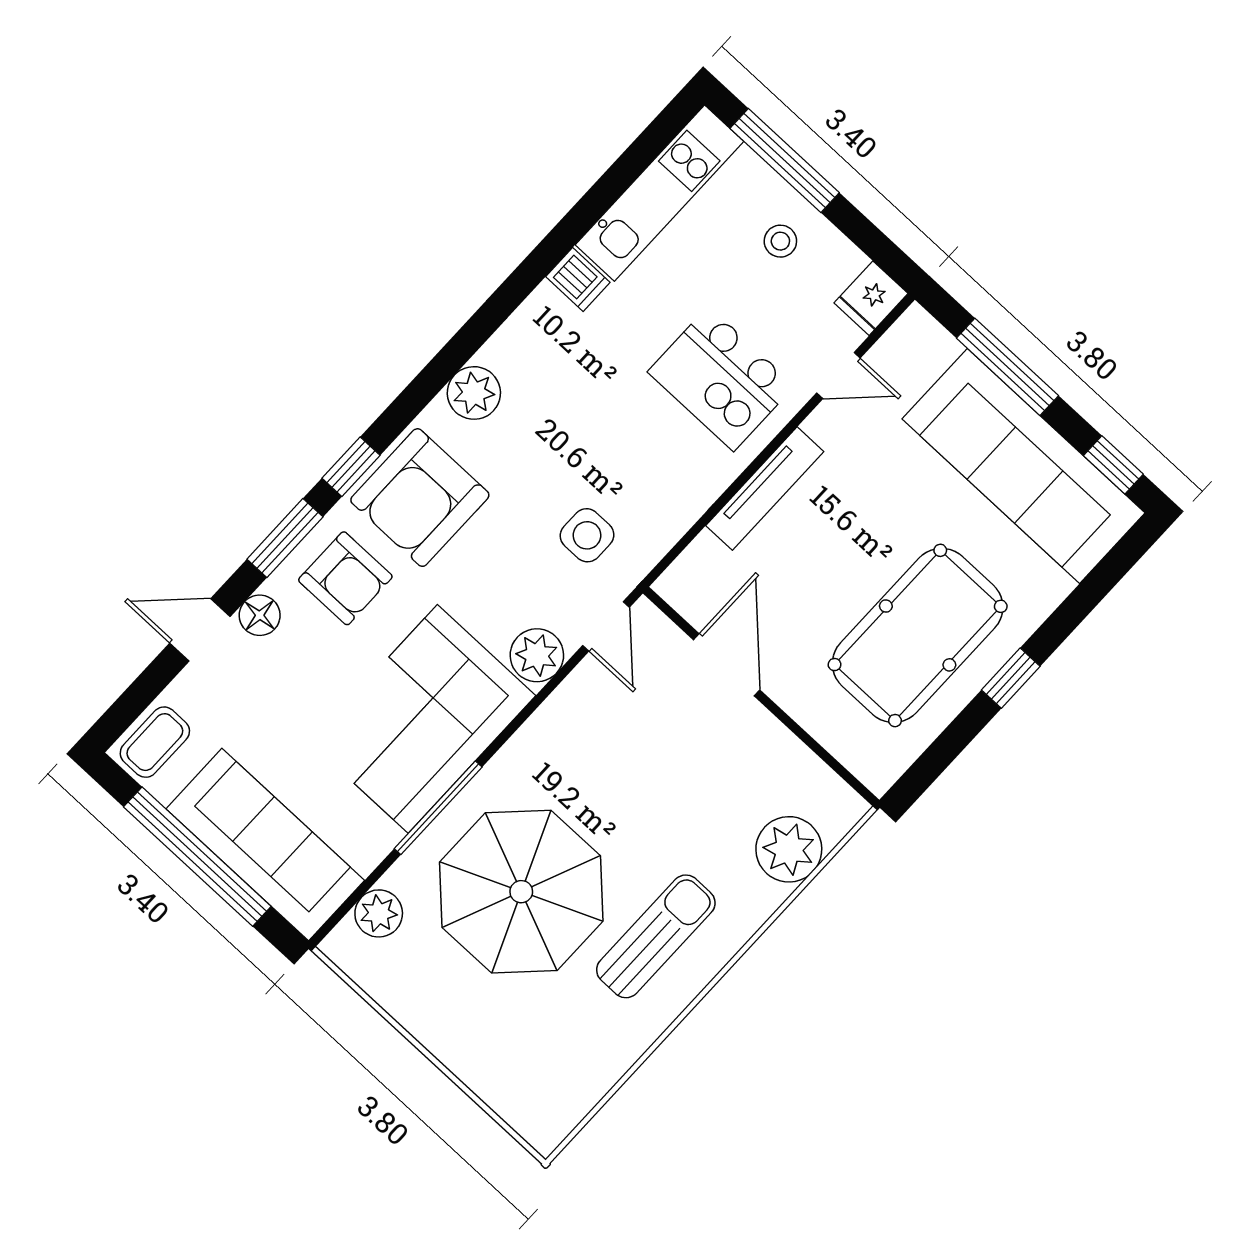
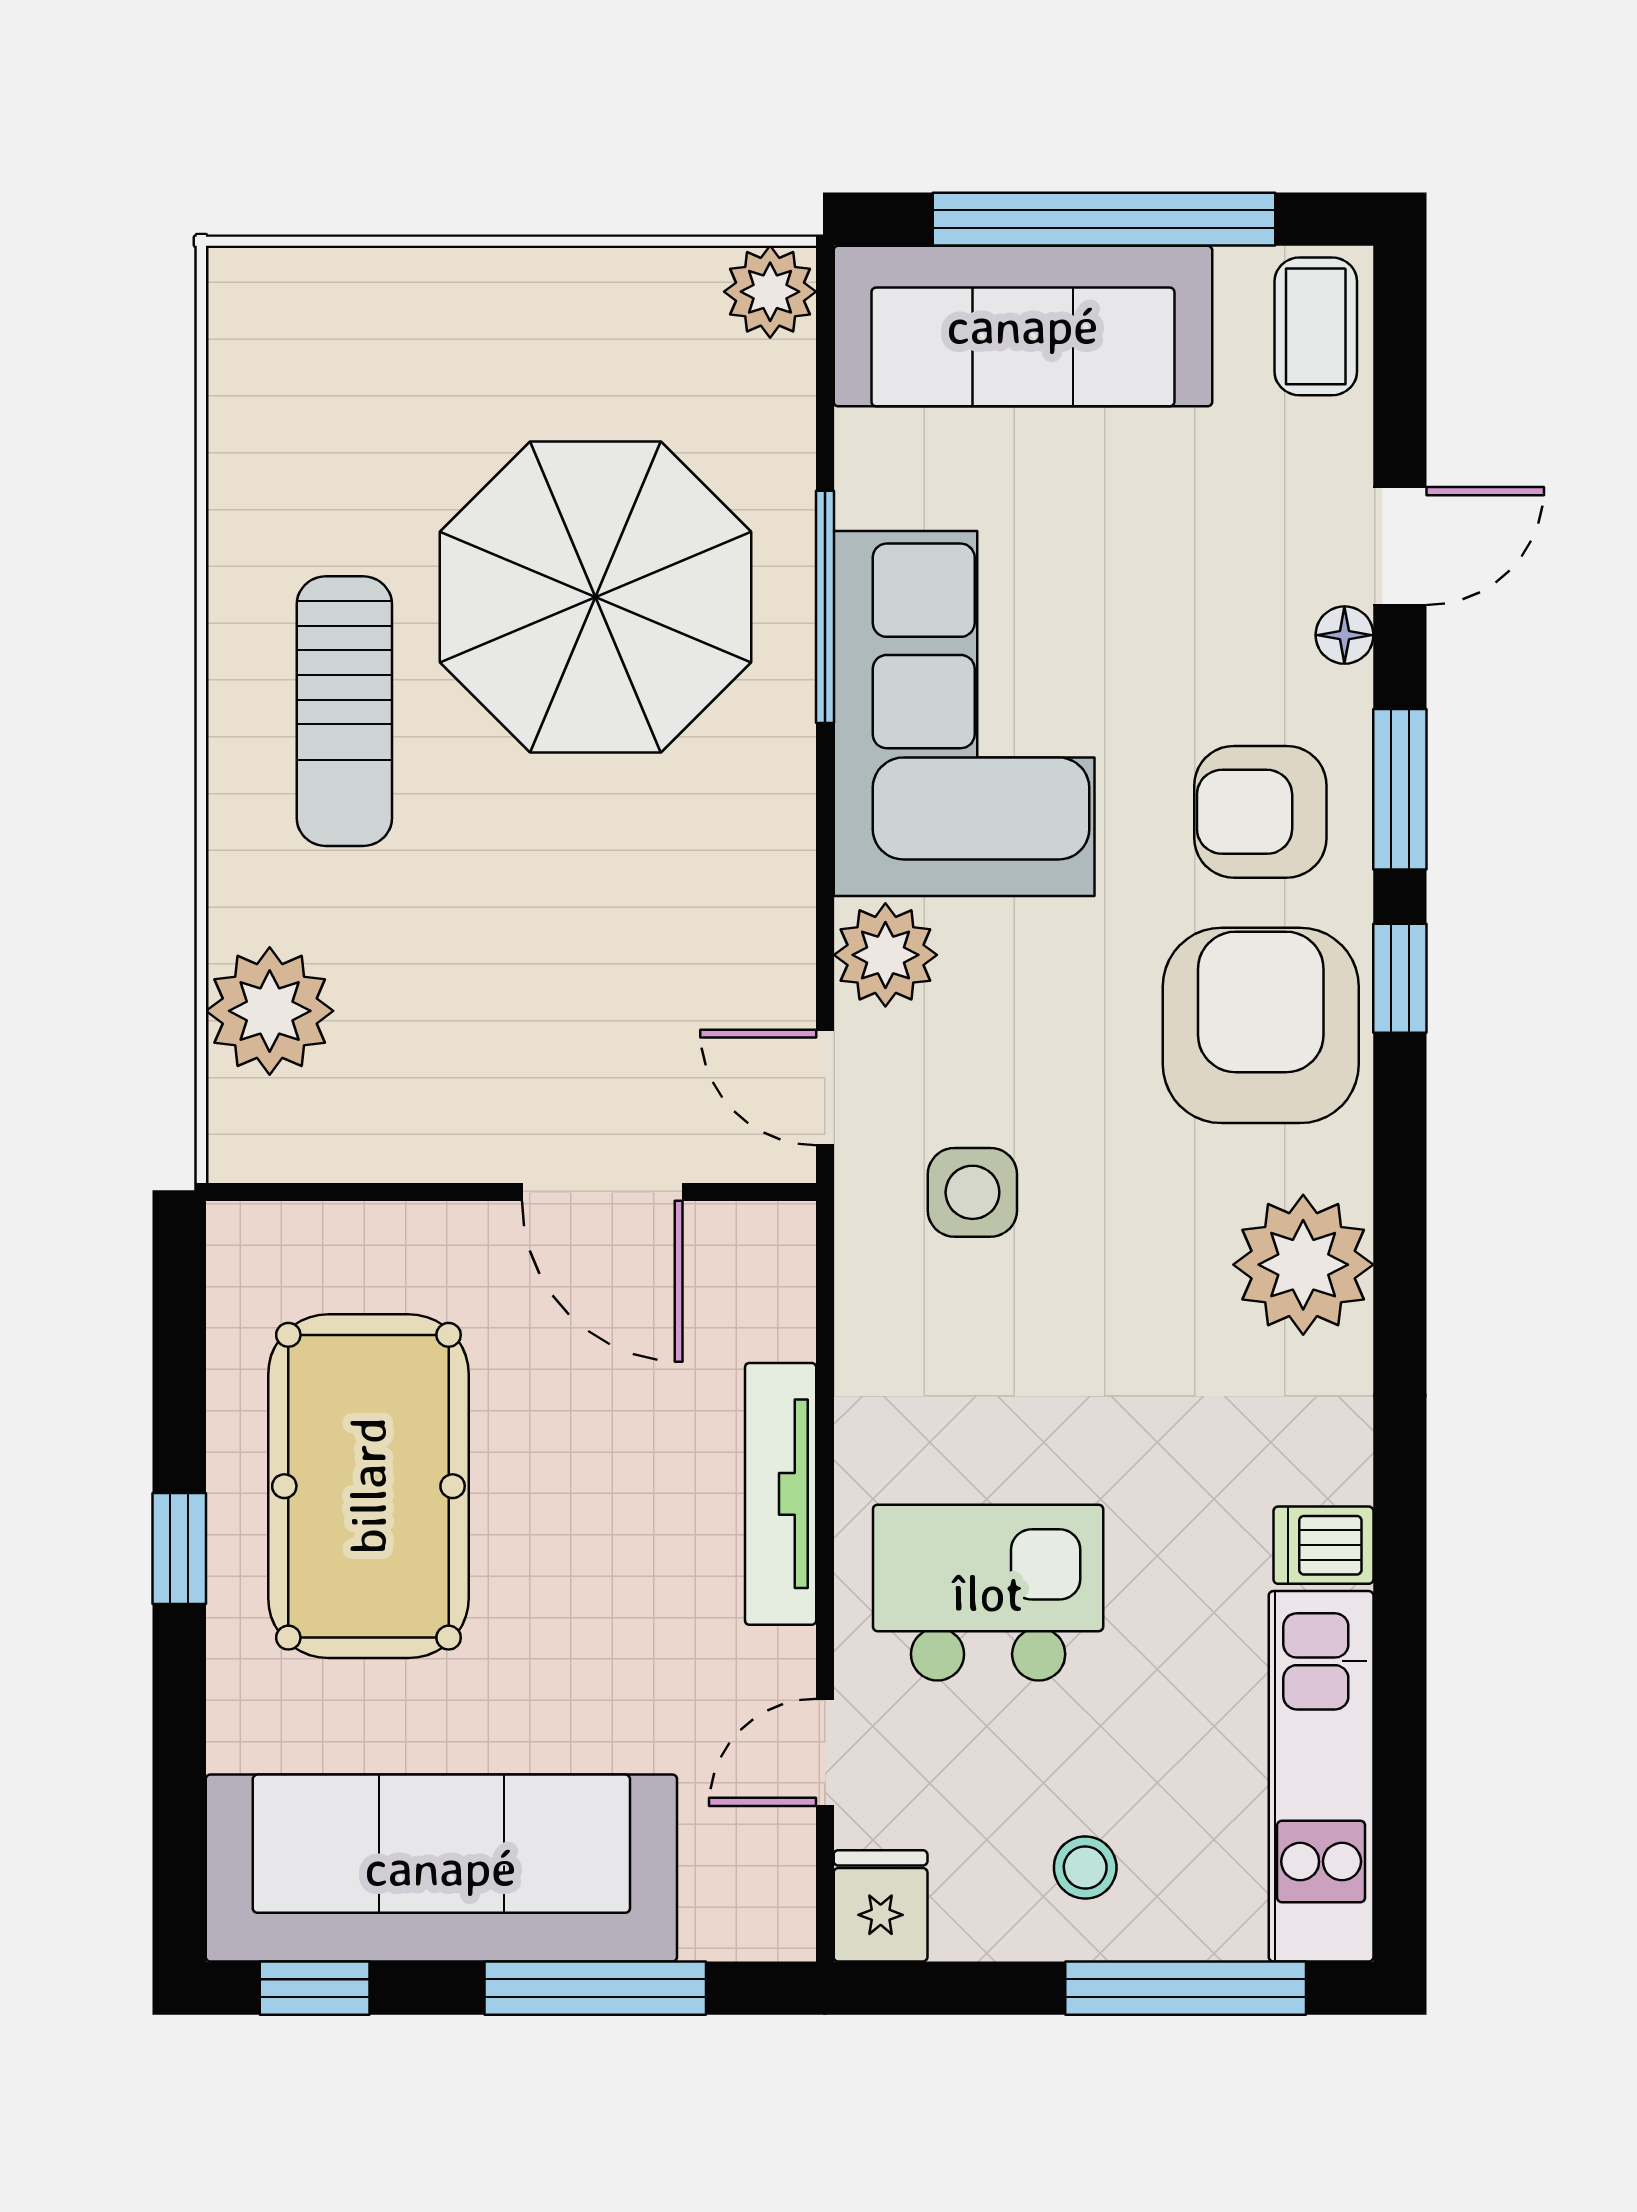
plant: (474, 393) -> (1303, 1265), width x1.36, depth x1.36
floor lamp: (260, 615) -> (1344, 635), width x0.73, depth x0.73
plant: (379, 913) -> (770, 292), moved

